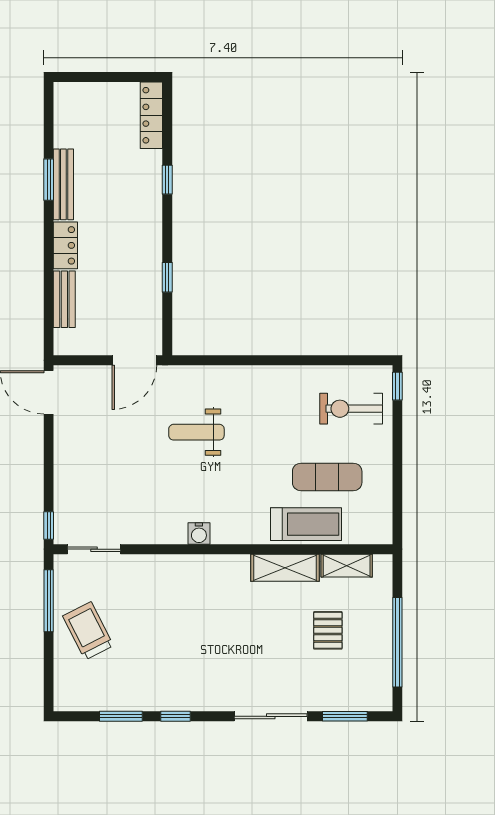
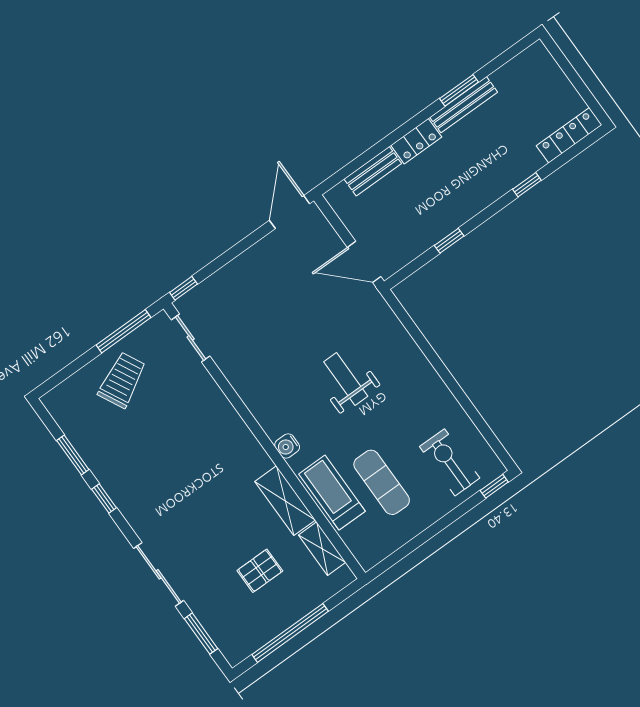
weight bench: (196, 432) -> (346, 379), moved
treadmill: (306, 524) -> (332, 493), turned 180
water cooler: (199, 534) -> (287, 446), moved

